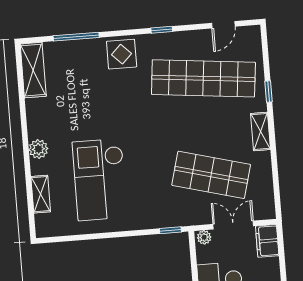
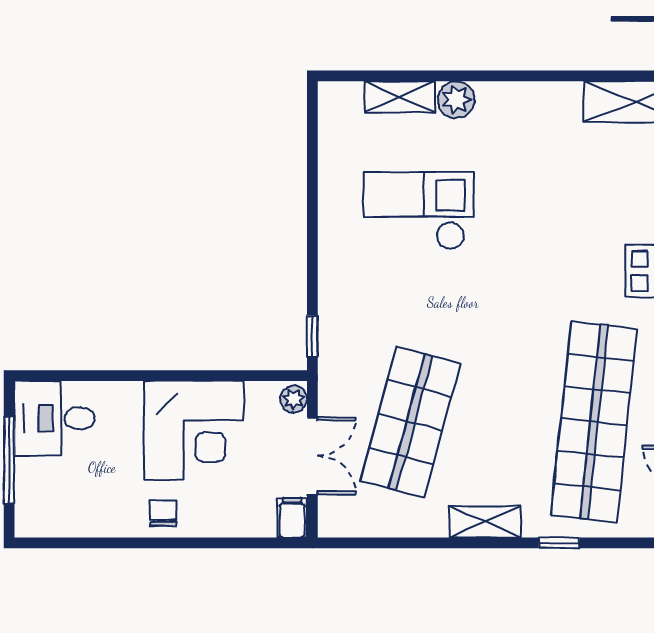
plant: (38, 149) -> (456, 100), moved
checkout: (100, 180) -> (419, 211), width x0.73, depth x0.83
filing cabinet: (267, 241) -> (292, 518), width x0.50

